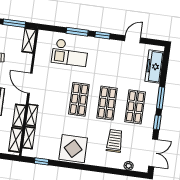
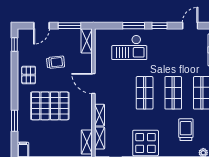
shelving: (19, 116) -> (87, 117), removed

